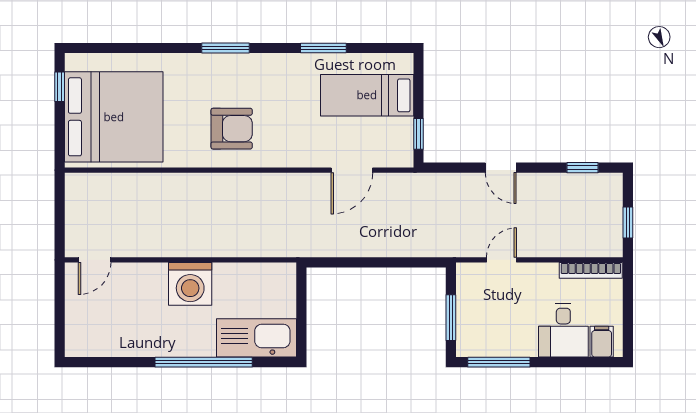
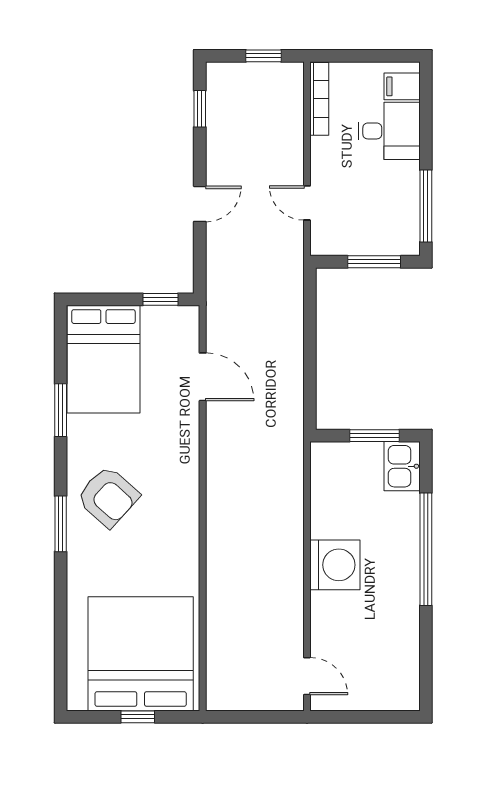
window: (60, 87) -> (138, 717), moved
bed: (367, 95) -> (103, 359), width x1.50
armchair: (232, 129) -> (108, 497), moved, turned 132
window: (301, 318) -> (374, 436), added
kitchen sink: (256, 338) -> (402, 466), width x0.53, depth x0.81

